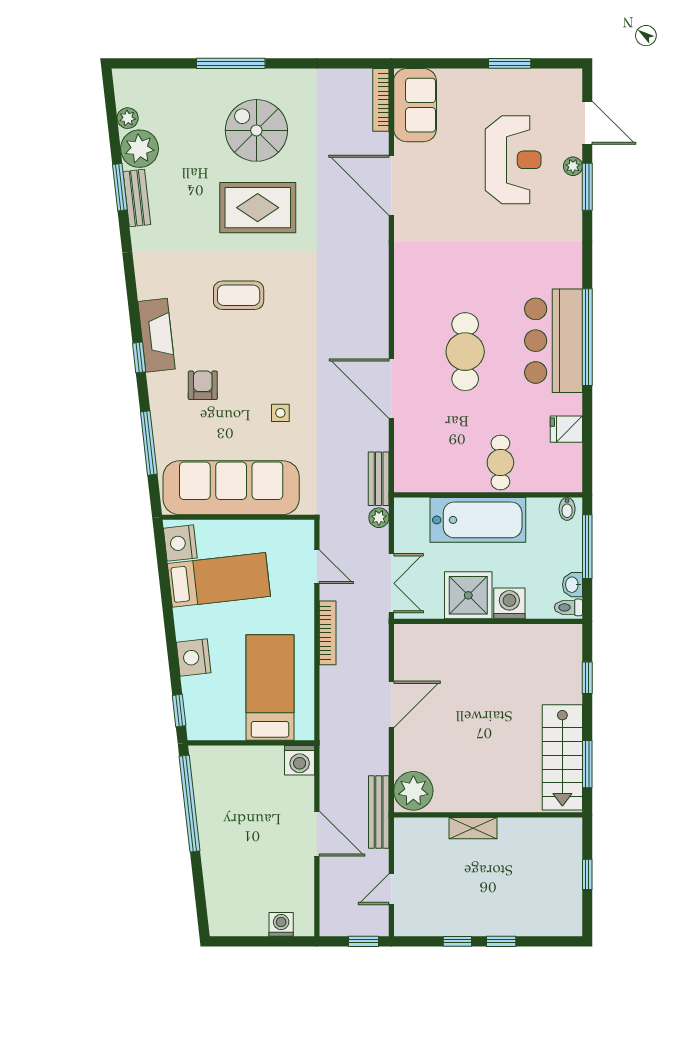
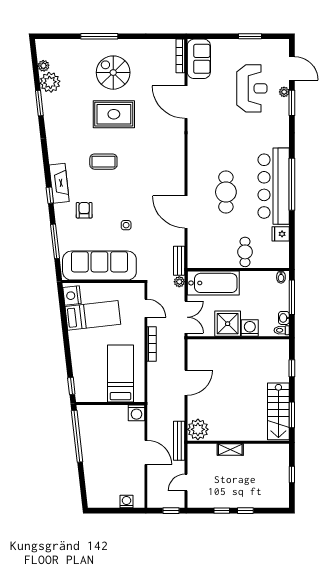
bench: (137, 198) -> (49, 109), removed
bar counter: (554, 341) -> (274, 186), width x1.36
bathtub: (478, 520) -> (213, 283), moved
nightstand: (194, 657) -> (79, 357), removed

